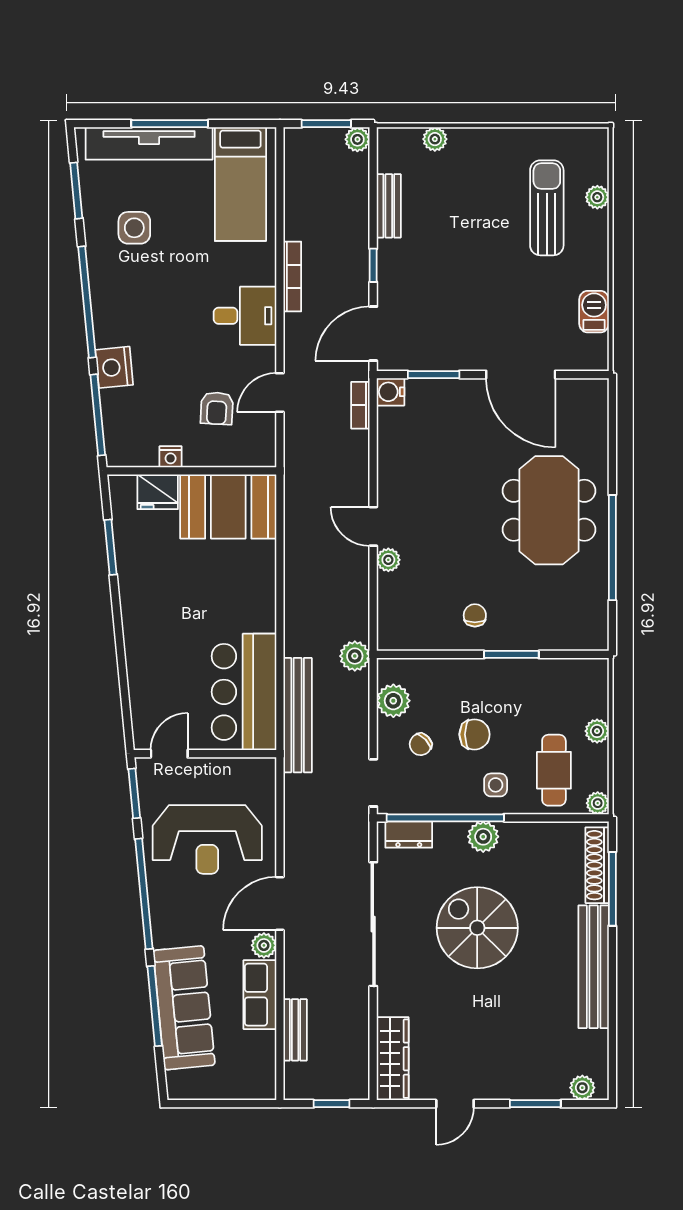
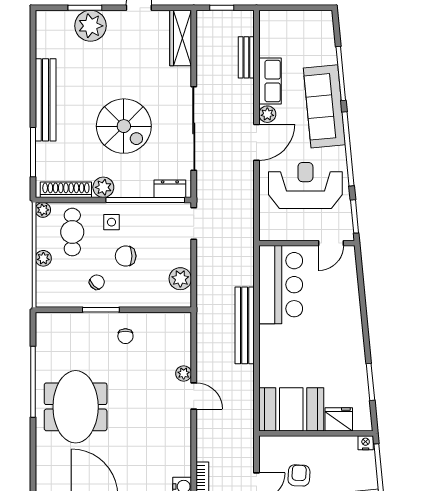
nightstand: (171, 457) -> (366, 443), moved
plant: (355, 656) -> (206, 309), removed
bench: (298, 715) -> (245, 325), moved
chair: (421, 744) -> (97, 282), moved
plant: (483, 837) -> (103, 187), moved
shoe rack: (597, 865) -> (66, 190), moved, turned -90
sofa: (184, 1008) -> (324, 106), moved
plant: (582, 1088) -> (91, 26), moved, width x1.88, depth x1.88

